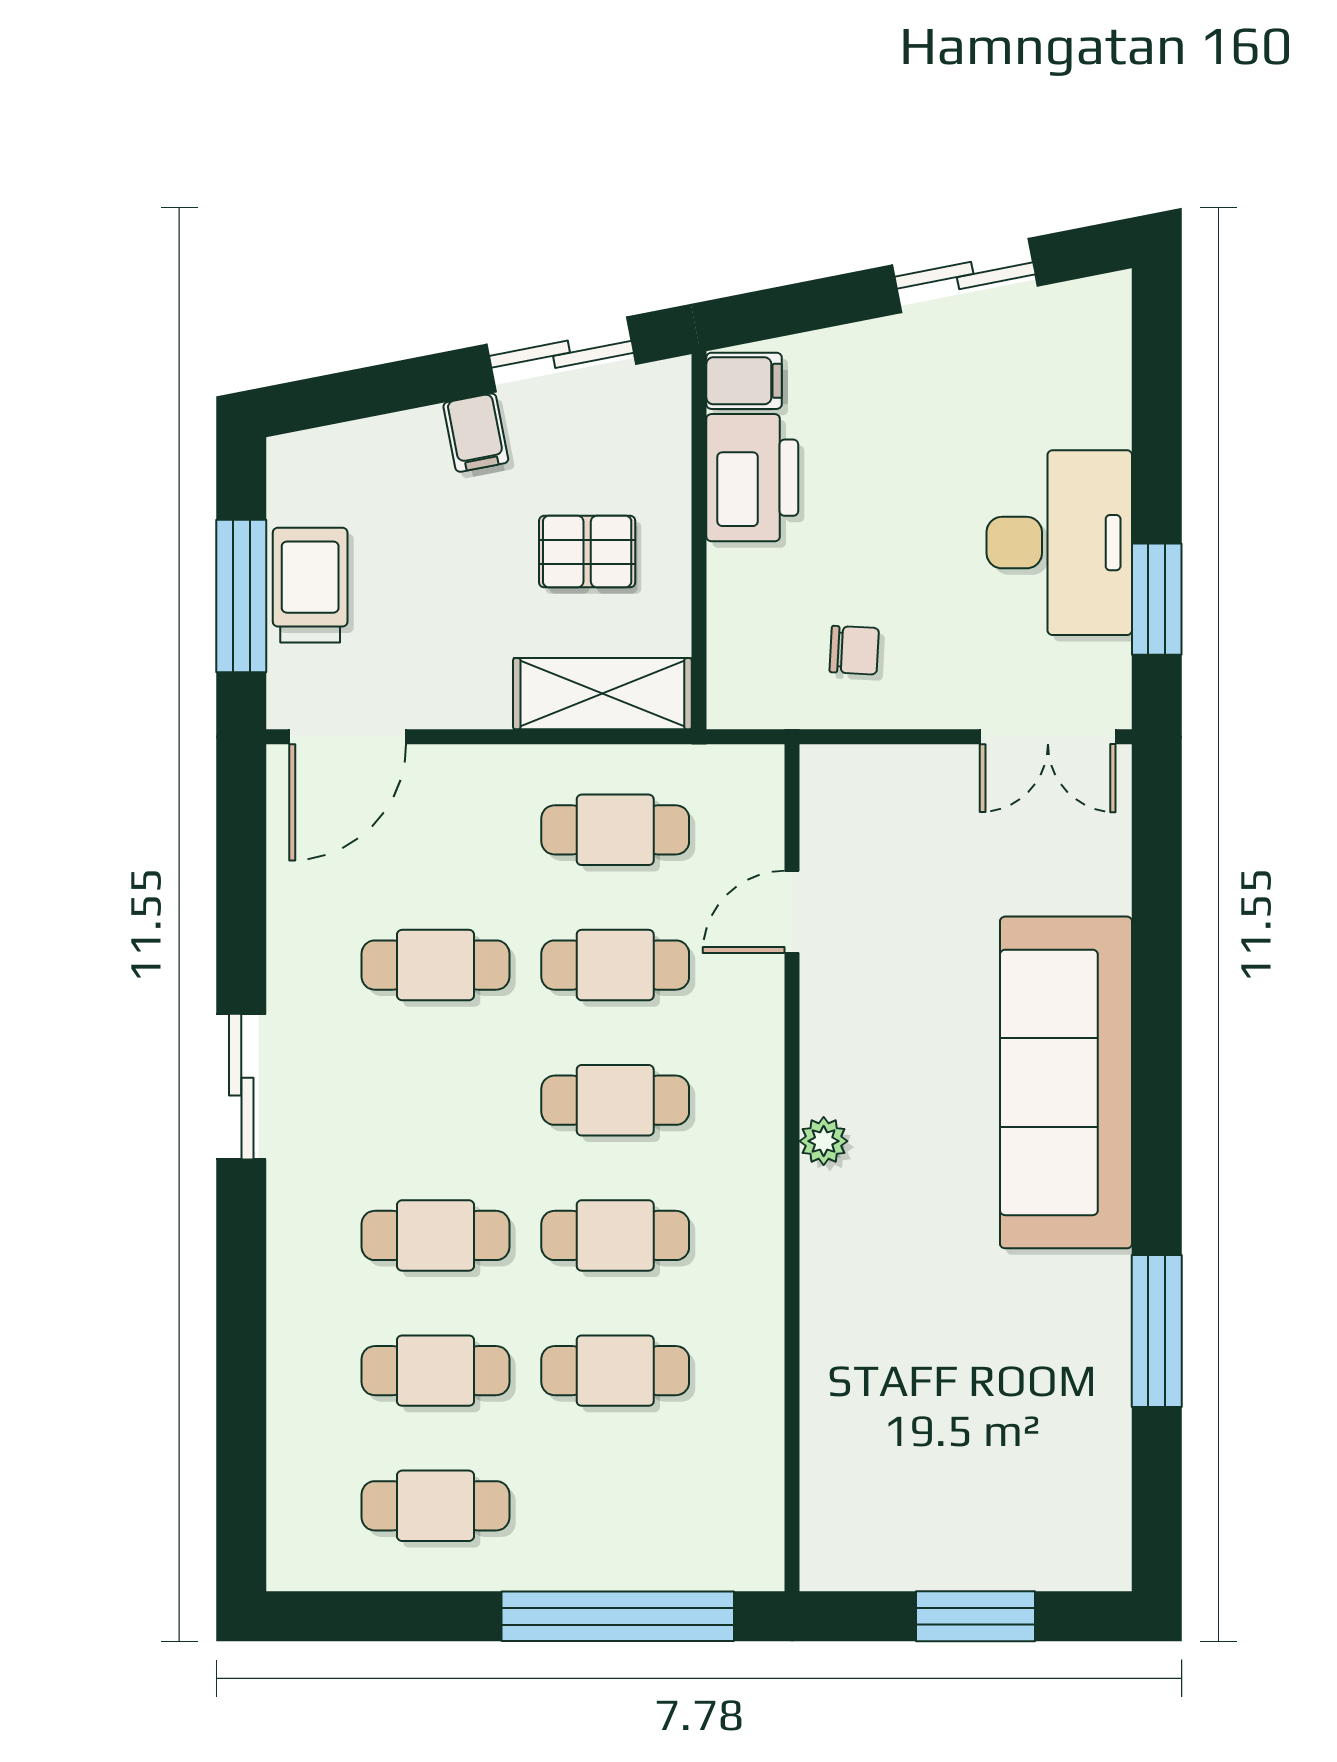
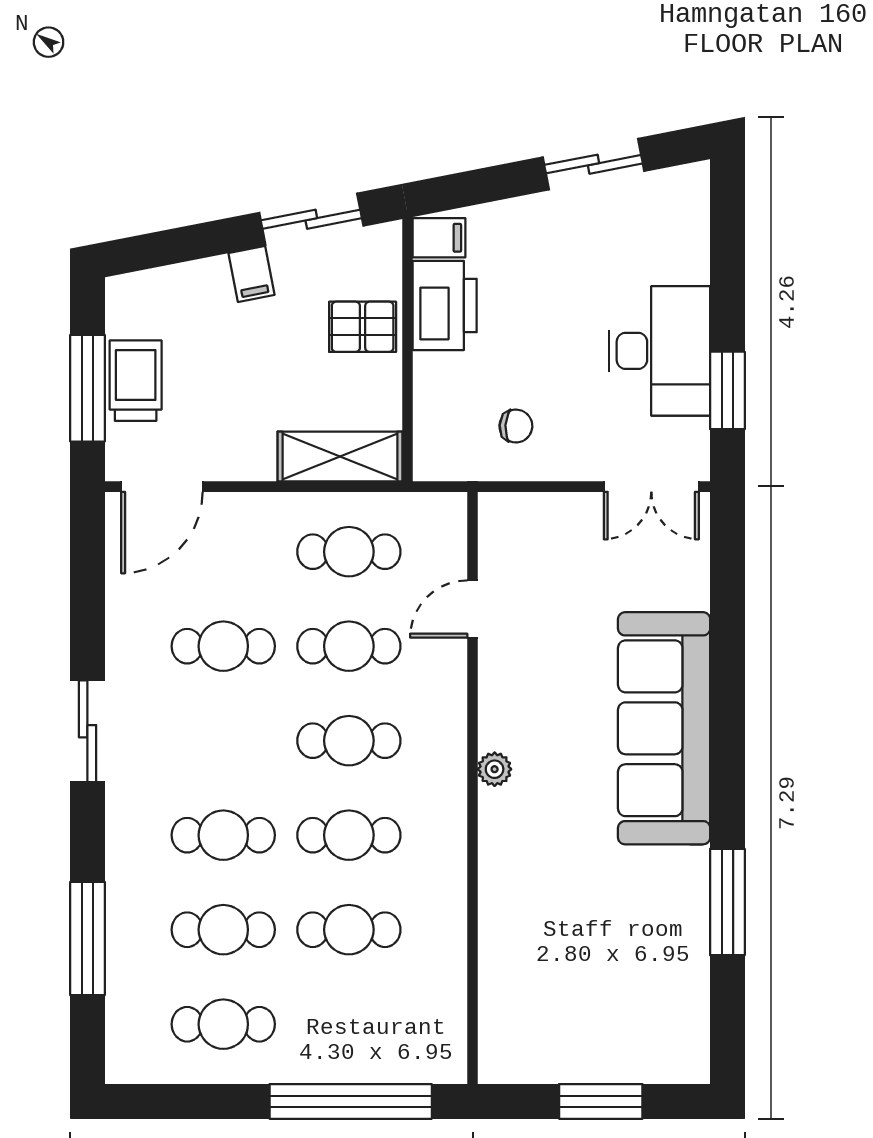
pallet: (587, 552) -> (363, 327), moved
window: (241, 1383) -> (87, 939), added

